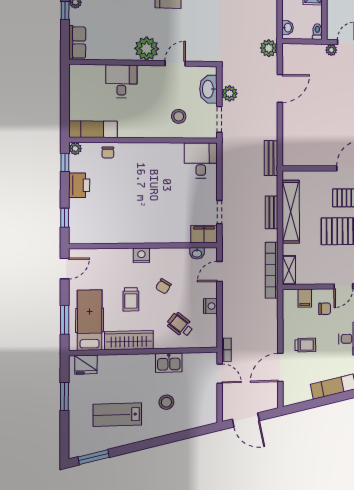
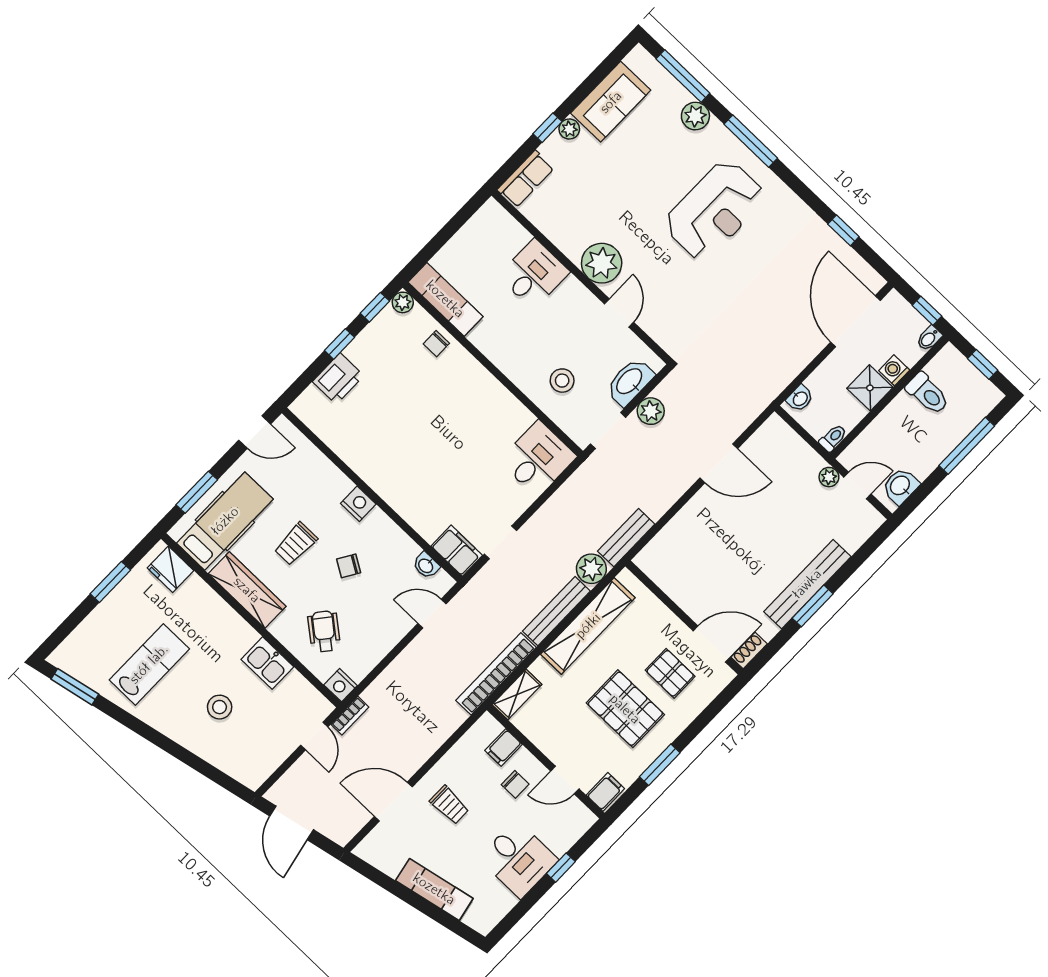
plant: (269, 48) -> (591, 569), moved
door: (175, 63) -> (619, 313), hinge flipped
printer: (79, 185) -> (338, 379), moved
bench: (272, 212) -> (556, 611), width x1.36
window: (65, 218) -> (339, 344), moved
nightstand: (210, 306) -> (341, 685), moved, turned 90
lab bench: (117, 415) -> (149, 664), turned 90

